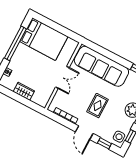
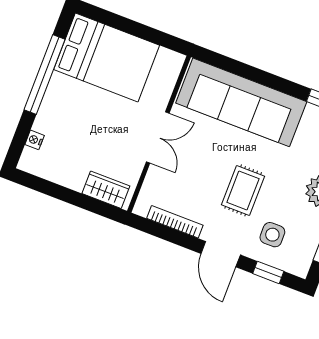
wardrobe: (24, 91) -> (106, 190), moved
side table: (119, 137) -> (272, 235), moved

